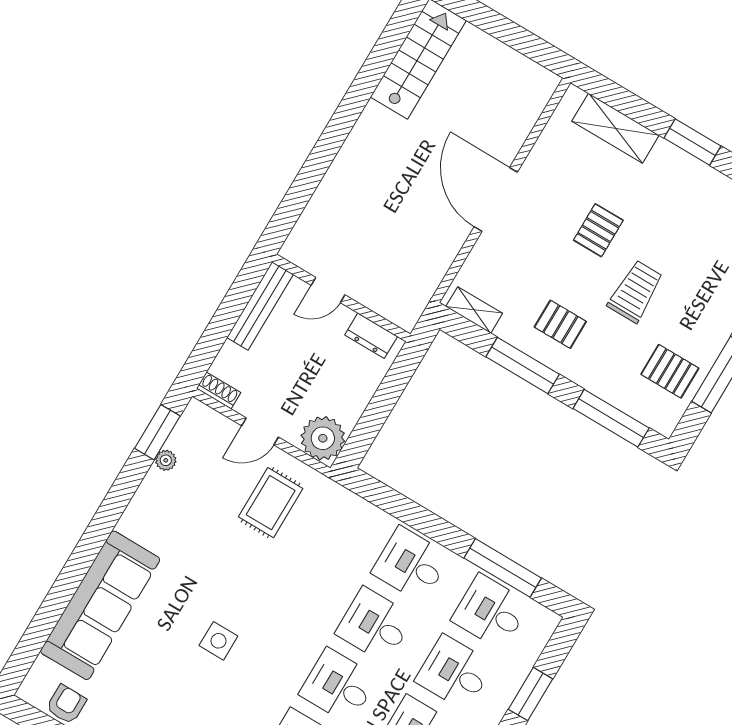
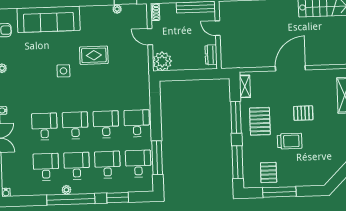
pallet: (560, 324) -> (260, 121), width x1.50, depth x1.42
rug: (271, 503) -> (94, 55), moved

